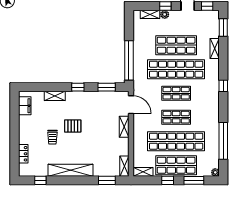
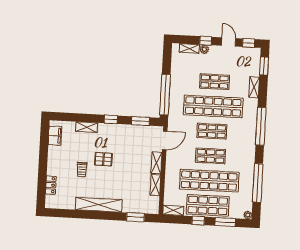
shop shelf: (176, 45) -> (214, 82), width x0.70, depth x0.74
window: (223, 86) -> (261, 126), width x3.17
door: (131, 105) -> (165, 140), hinge flipped
shelving: (124, 166) -> (155, 185), moved
window: (40, 180) -> (67, 213), removed

